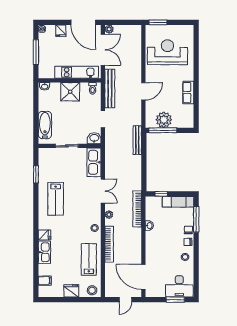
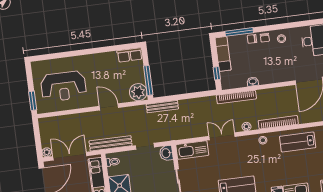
reception desk: (167, 52) -> (63, 86), turned -90
row of seats: (188, 92) -> (130, 55), moved
plant: (164, 120) -> (138, 92), moved

